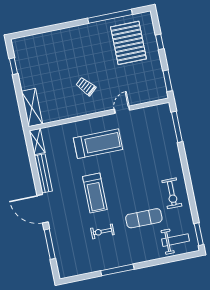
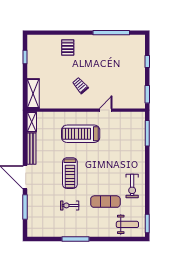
pallet: (128, 43) -> (68, 47), moved, width x0.49, depth x0.50
treadmill: (98, 144) -> (81, 134), turned 180

